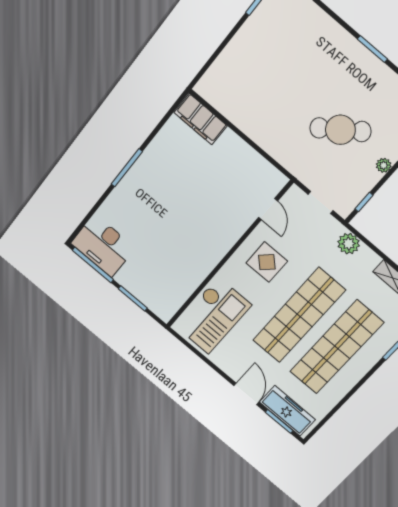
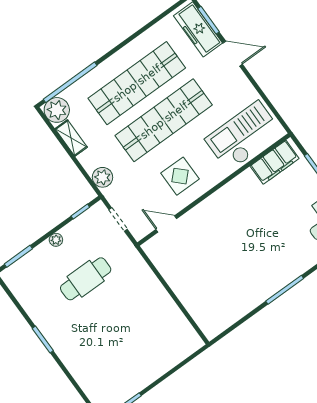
filing cabinet: (200, 119) -> (275, 162), moved, turned 90
cafe table: (340, 130) -> (86, 279), turned -54
door: (268, 209) -> (166, 224), hinge flipped
door: (246, 394) -> (233, 54), swing flipped

